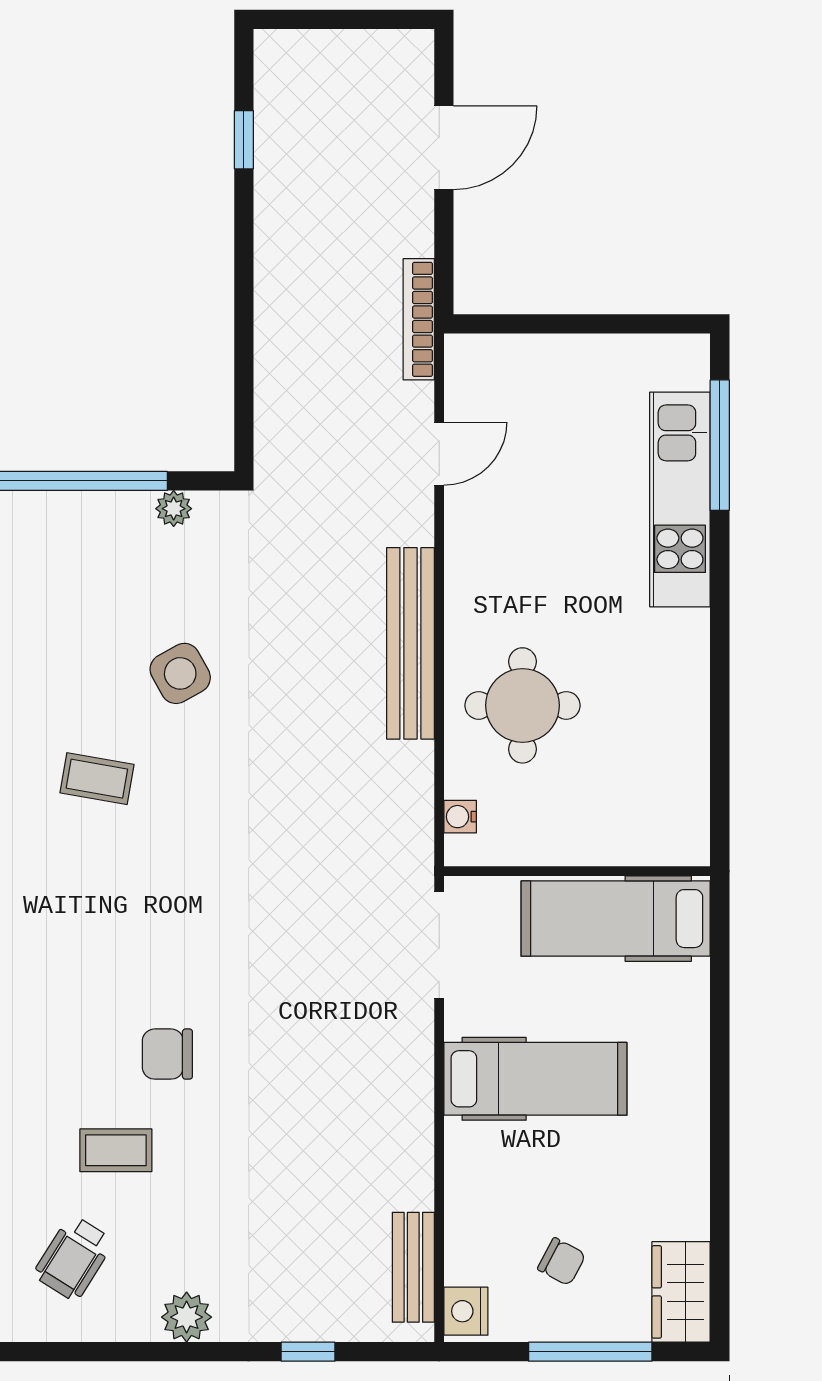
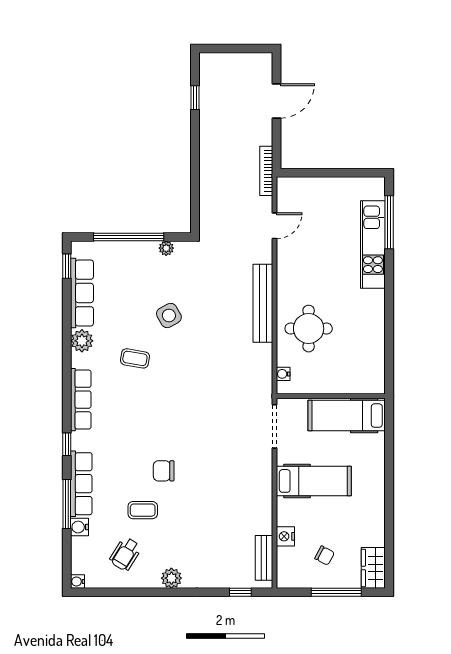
nightstand: (466, 1311) -> (285, 536), moved
window: (308, 1352) -> (240, 592), moved

